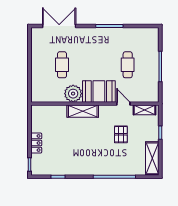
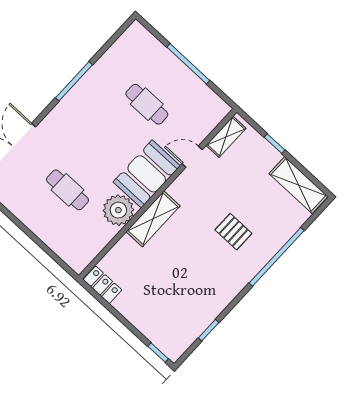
pallet: (121, 134) -> (233, 232), moved
locker: (36, 143) -> (102, 285), moved

